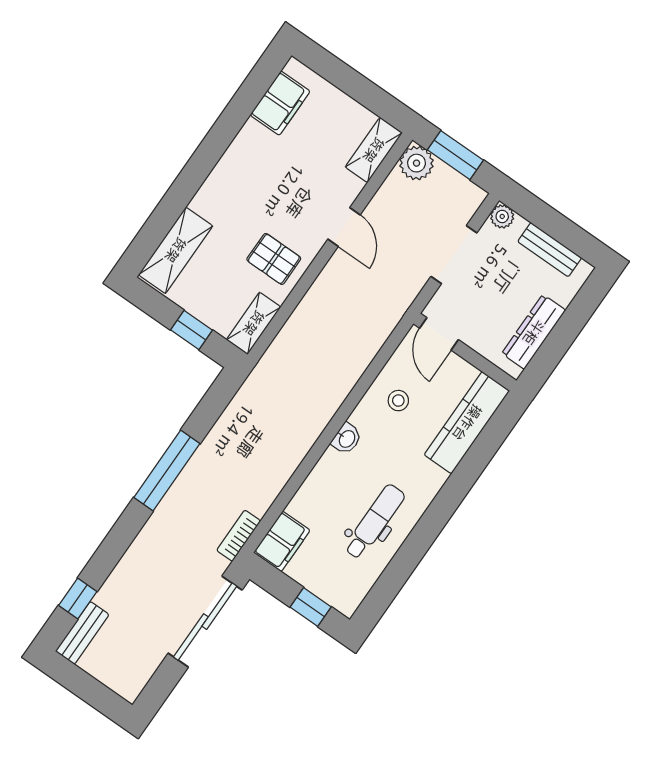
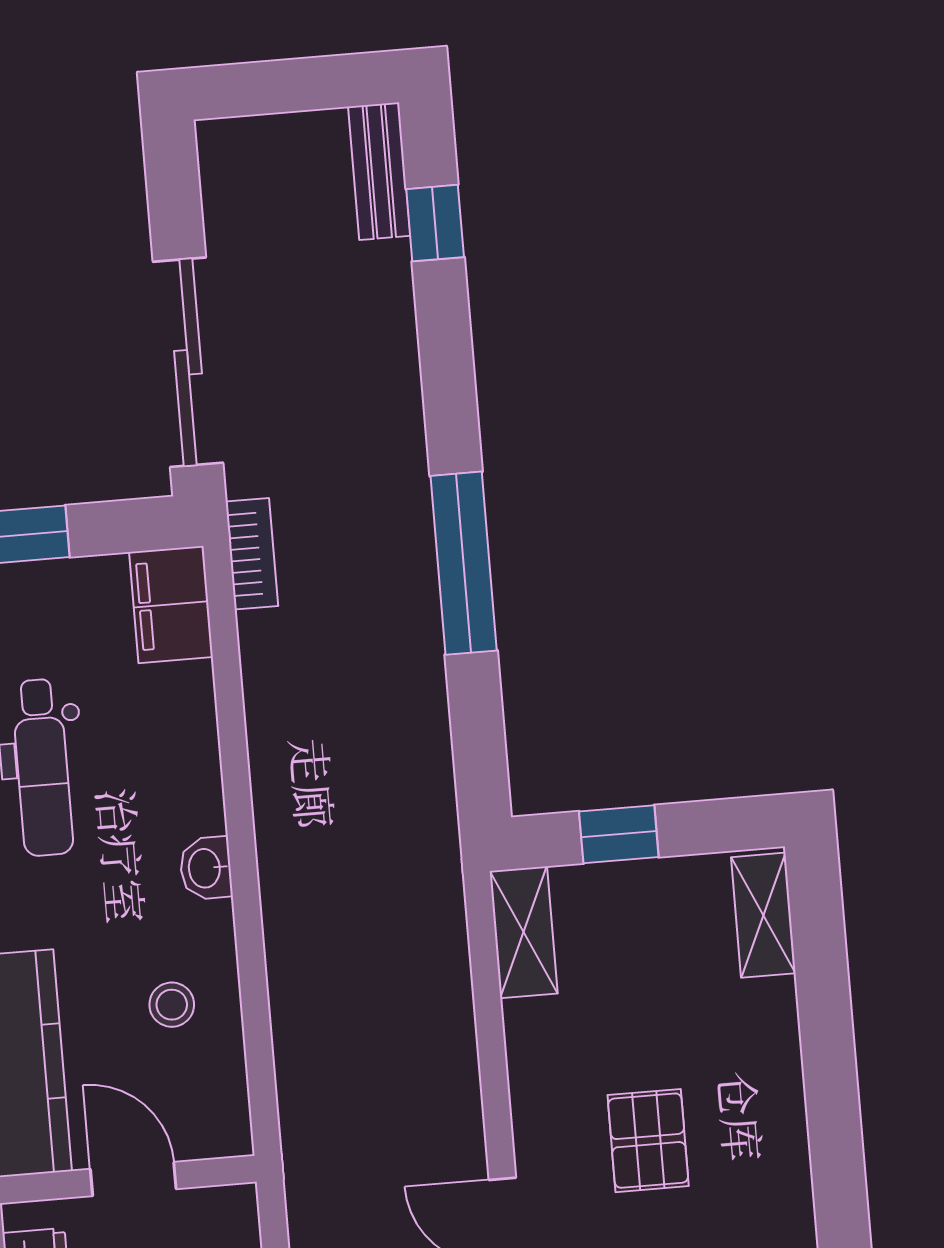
shelving: (176, 250) -> (763, 915), width x0.67, depth x0.75
pallet: (274, 259) -> (648, 1141), moved, turned 90
door: (439, 334) -> (133, 1179), moved

